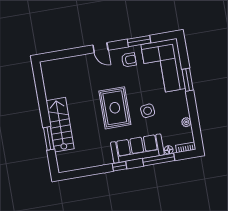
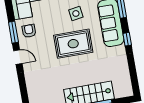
window: (139, 41) -> (13, 32), moved
door: (101, 48) -> (18, 57), hinge flipped

